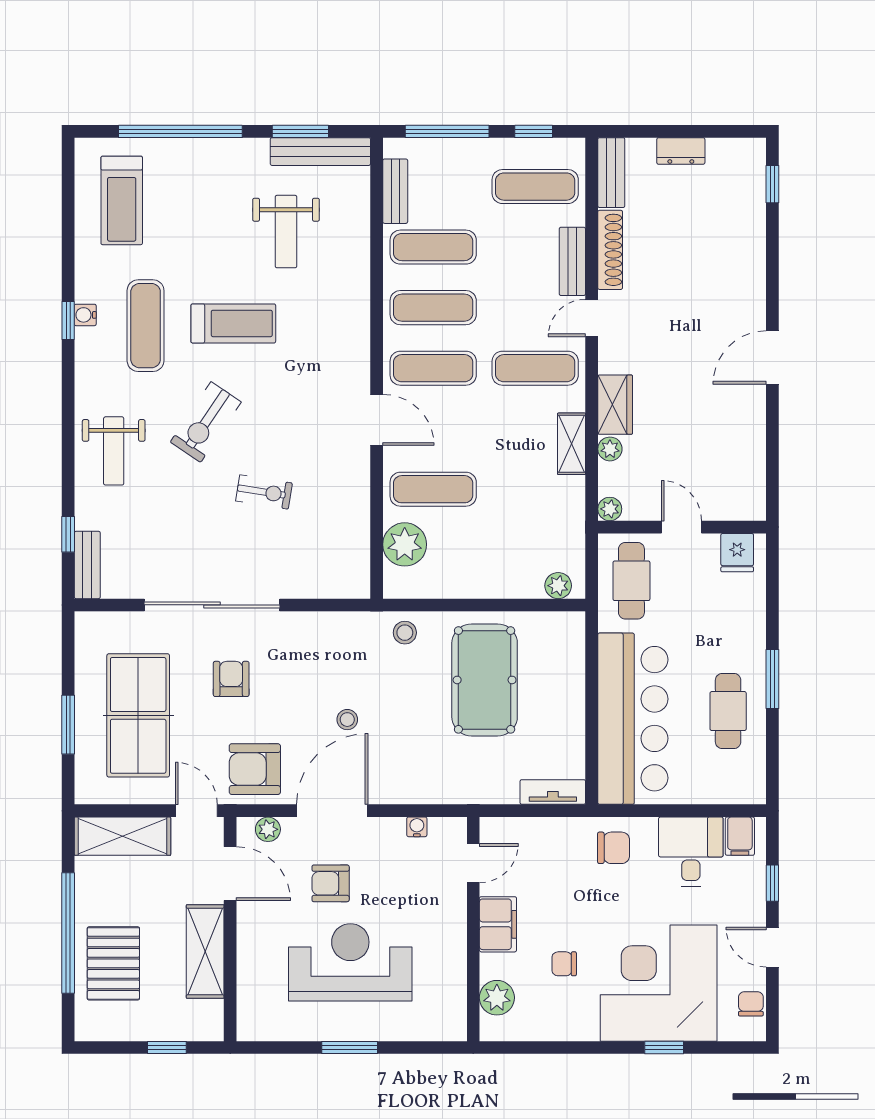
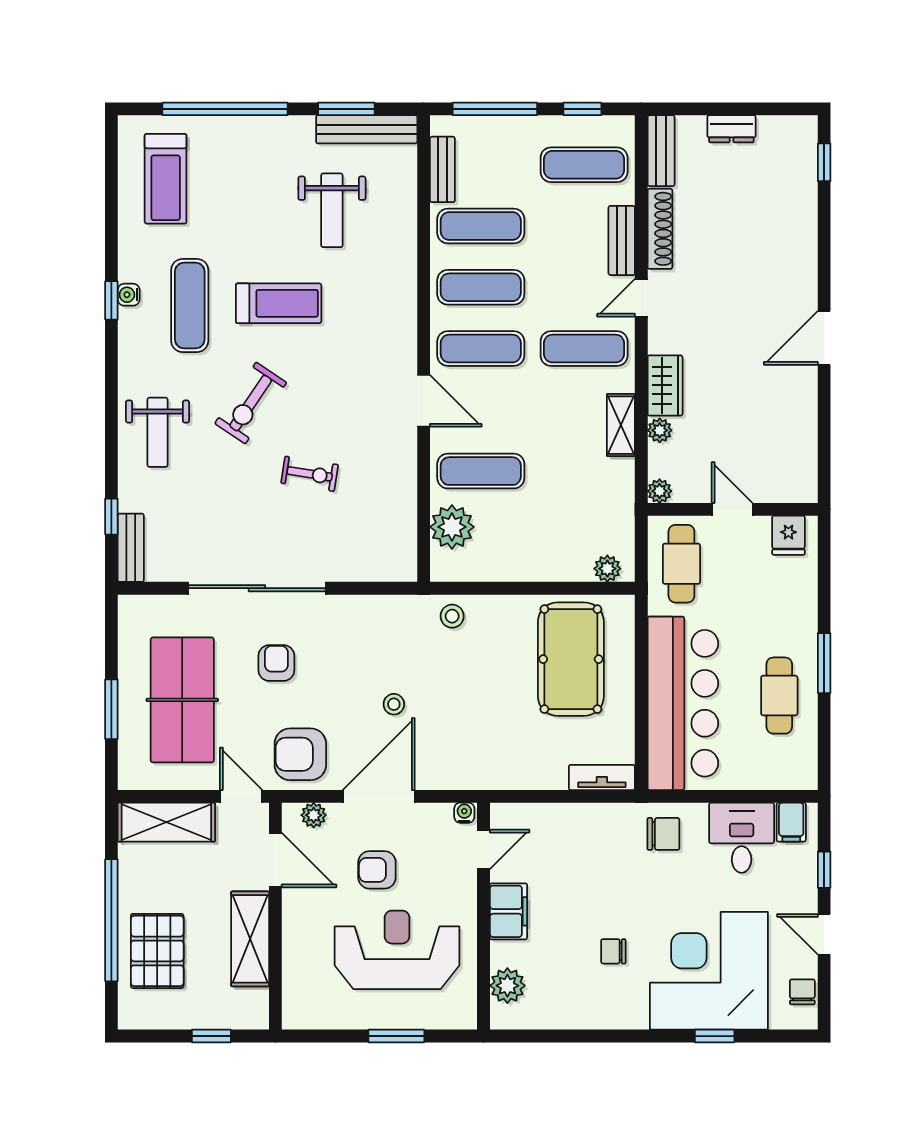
pool table: (485, 680) -> (571, 659), moved
door: (473, 863) -> (484, 849), moved
filing cabinet: (498, 924) -> (509, 911), moved
wall: (473, 929) -> (484, 916), moved
plant: (497, 998) -> (507, 986), moved

